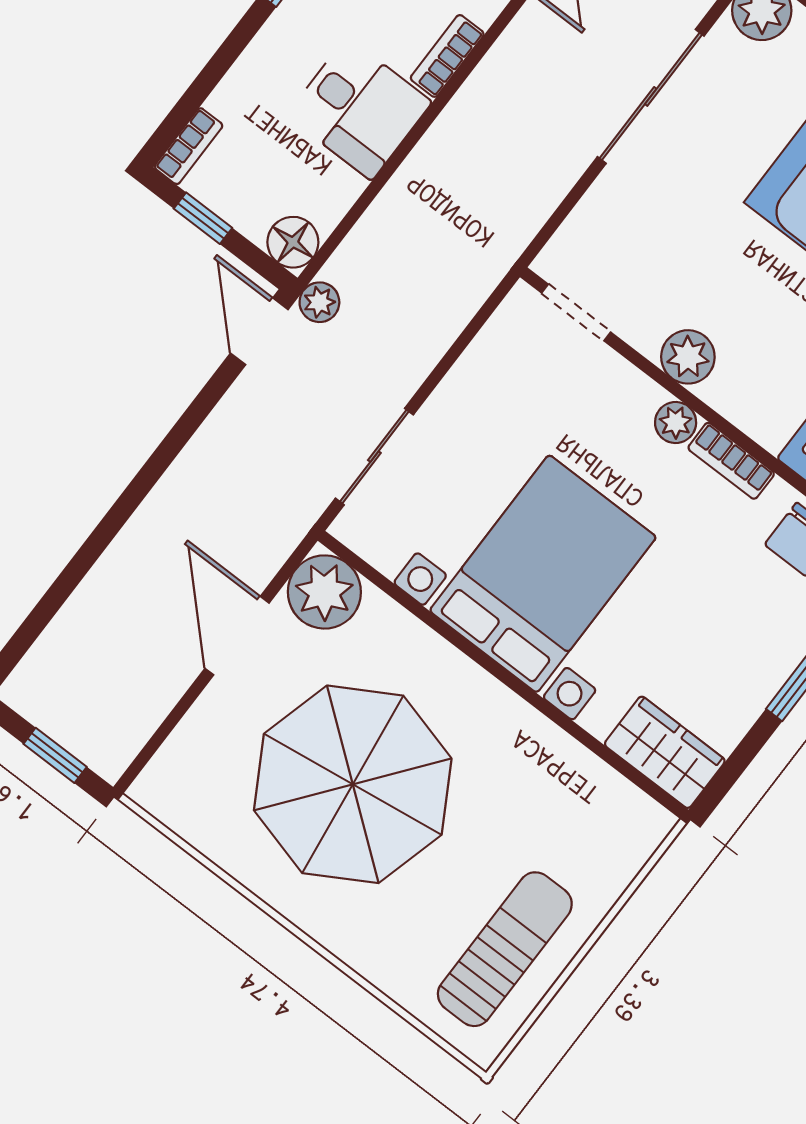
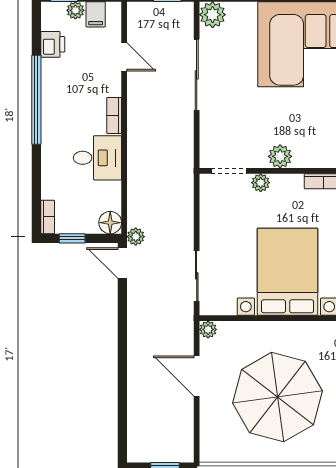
plant: (676, 422) -> (261, 183), moved
plant: (324, 592) -> (208, 329), width x0.53, depth x0.53

